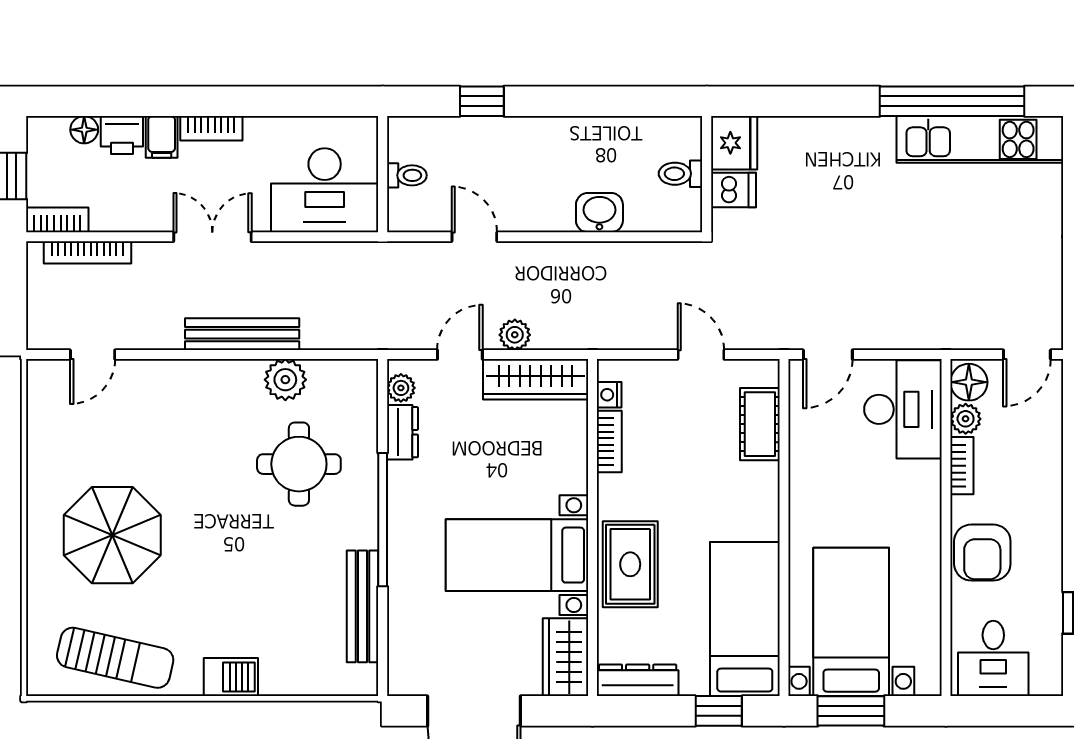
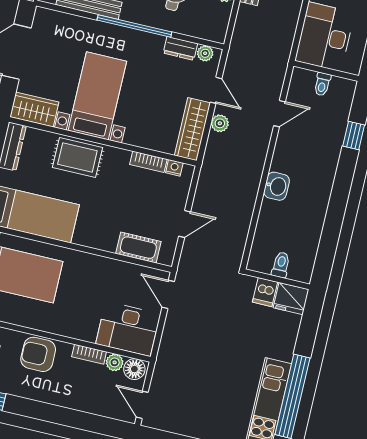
fridge: (734, 143) -> (291, 299), moved
toilet: (680, 174) -> (281, 265), moved
wall: (707, 174) -> (277, 279), moved
dishwasher: (733, 190) -> (265, 292), moved

